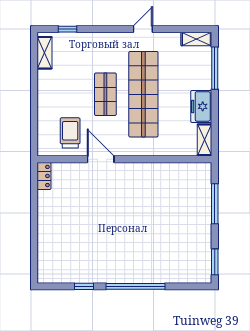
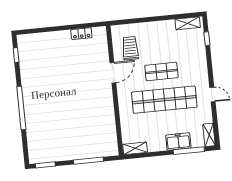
freezer: (201, 106) -> (178, 142), moved
trolley: (70, 133) -> (130, 48), turned -90
locker: (44, 176) -> (81, 34), moved
window: (84, 286) -> (16, 55), moved

